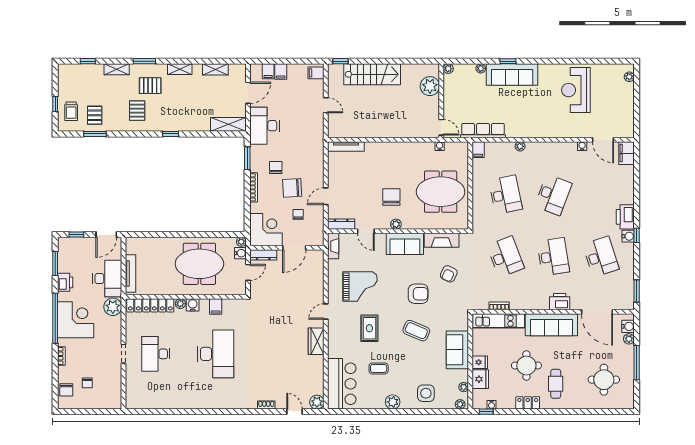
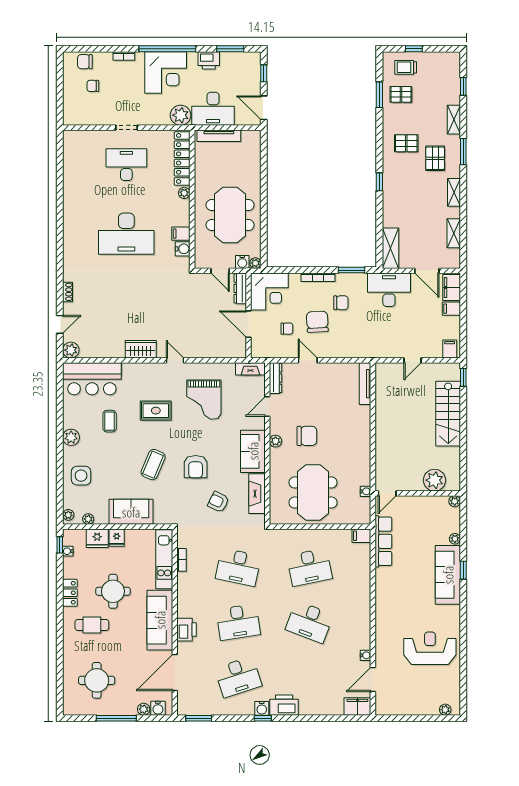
filing cabinet: (268, 71) -> (452, 287), width x2.00
plant: (520, 146) -> (365, 584), removed
desk: (505, 257) -> (238, 567), turned 33
water cooler: (193, 305) -> (183, 249), moved

